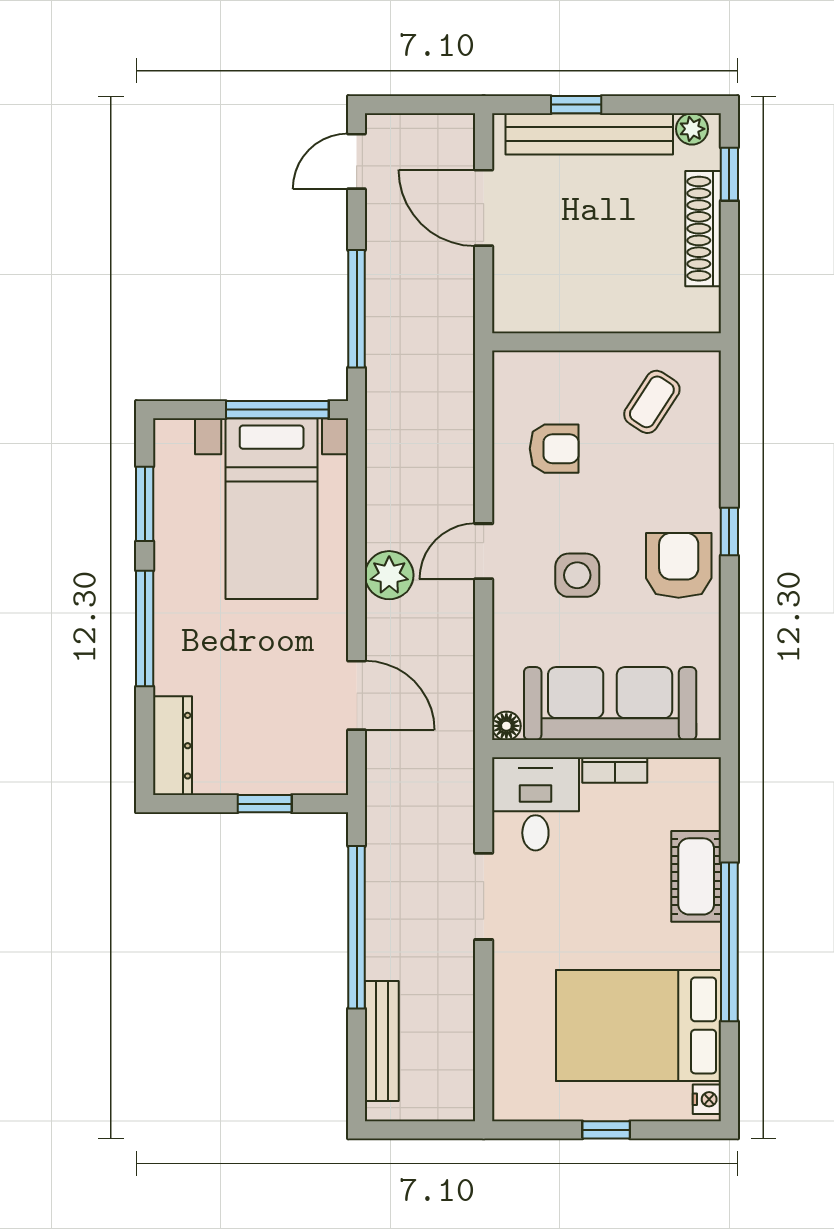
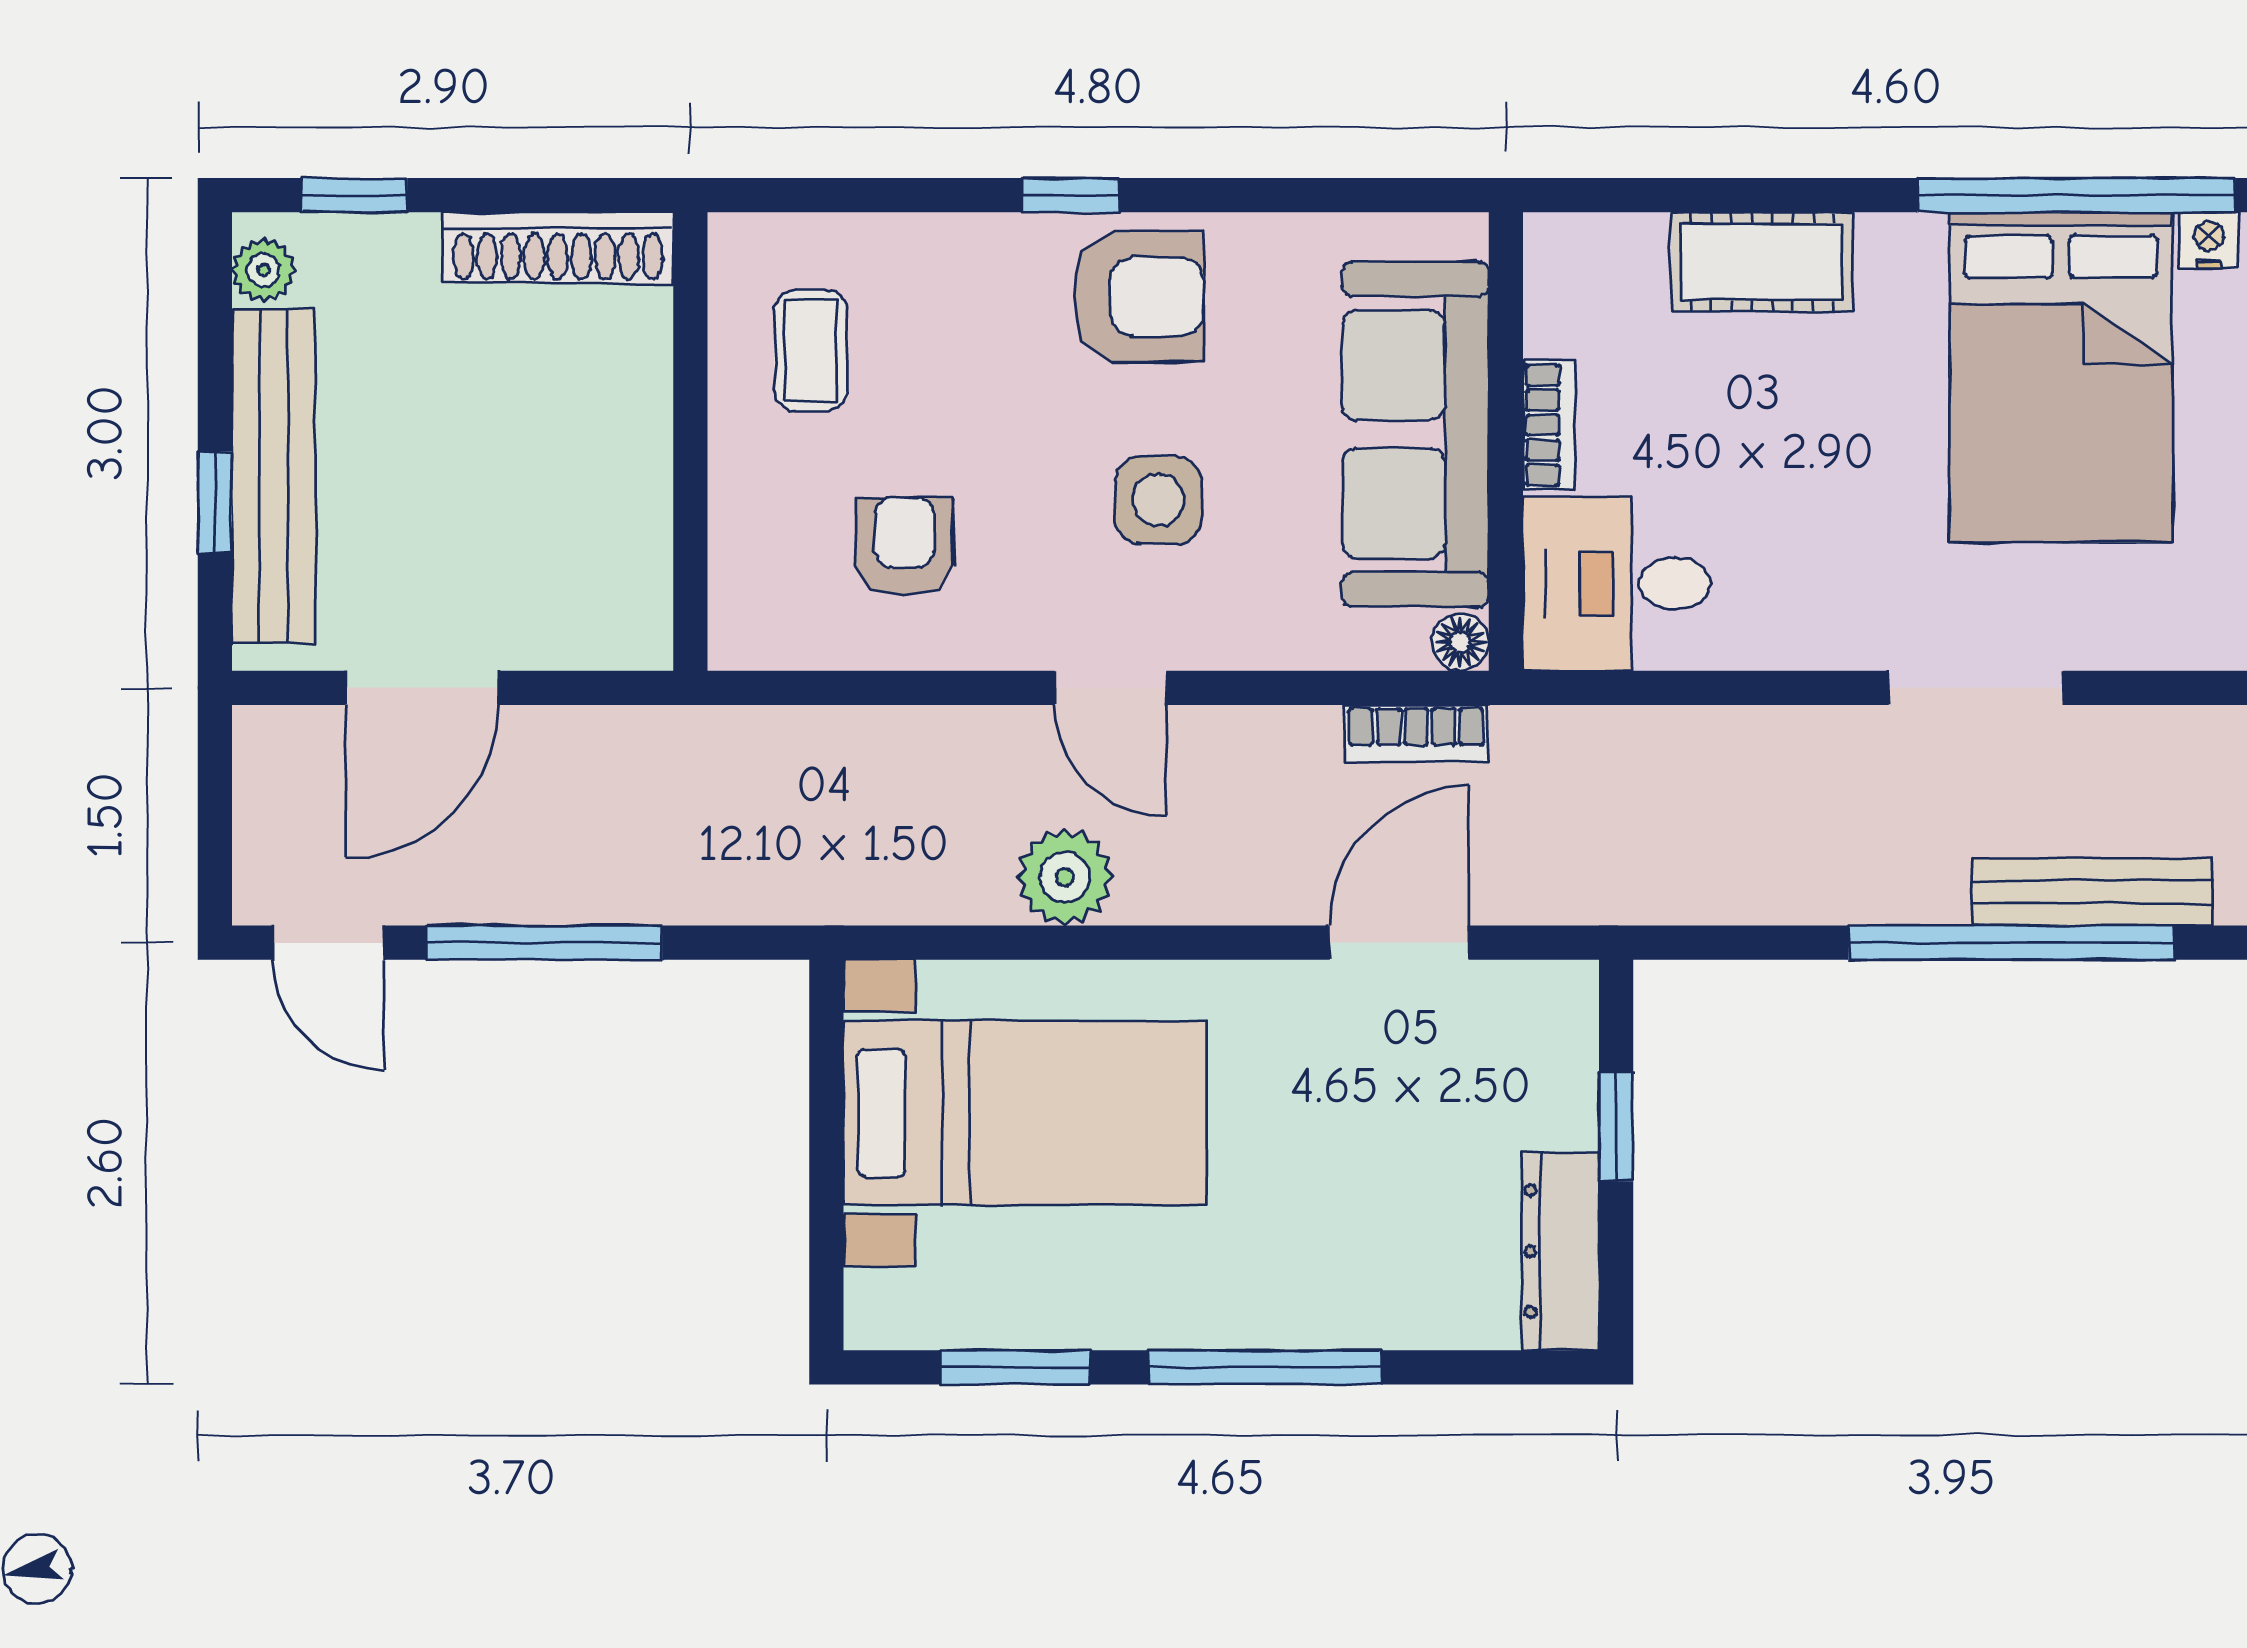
shoe rack: (703, 229) -> (558, 248), moved
window: (357, 309) -> (544, 943), moved
coffee table: (652, 402) -> (811, 350), turned 57
window: (277, 410) -> (826, 1101), removed
armchair: (679, 565) -> (1139, 297), turned 180
plant: (389, 575) -> (1065, 877), moved
bookcase: (461, 704) -> (1416, 734), added
dresser: (173, 746) -> (1560, 1251), moved, turned -90
doorway: (484, 896) -> (1976, 688), moved
window: (357, 927) -> (2011, 943), moved
window: (729, 942) -> (2076, 195), moved

